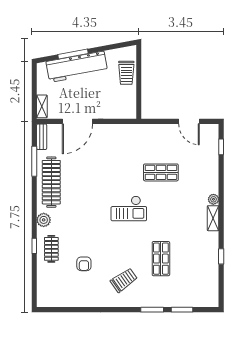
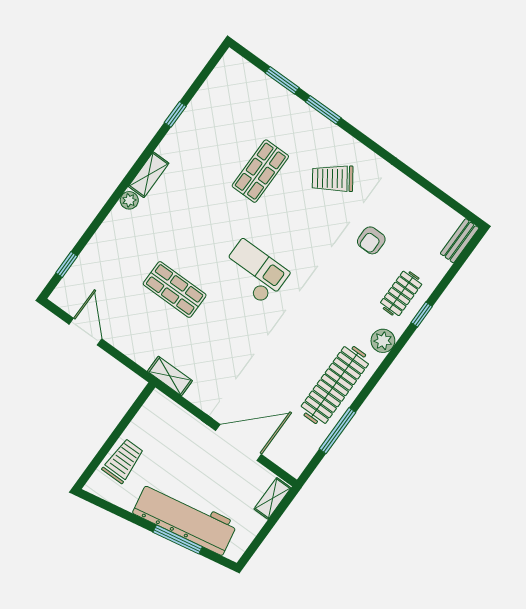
shelving: (133, 129) -> (170, 376), added
bench: (42, 137) -> (460, 241), moved
armchair: (84, 264) -> (371, 240), turned 180

